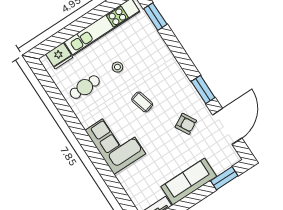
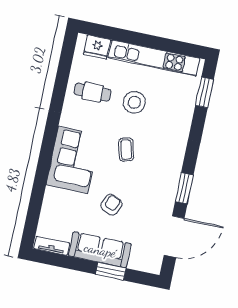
stool: (117, 67) -> (134, 102), width x1.89, depth x1.89
armchair: (186, 124) -> (111, 205), moved, turned -128
window: (224, 178) -> (111, 271), moved

